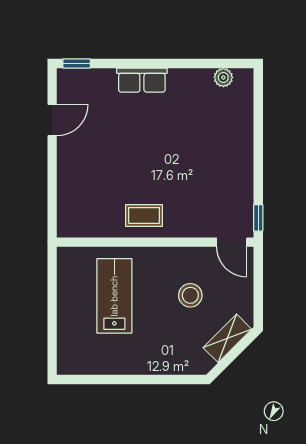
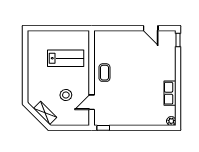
plant: (223, 77) -> (171, 121), moved
row of seats: (142, 80) -> (170, 93), moved
door: (232, 242) -> (92, 102), moved

